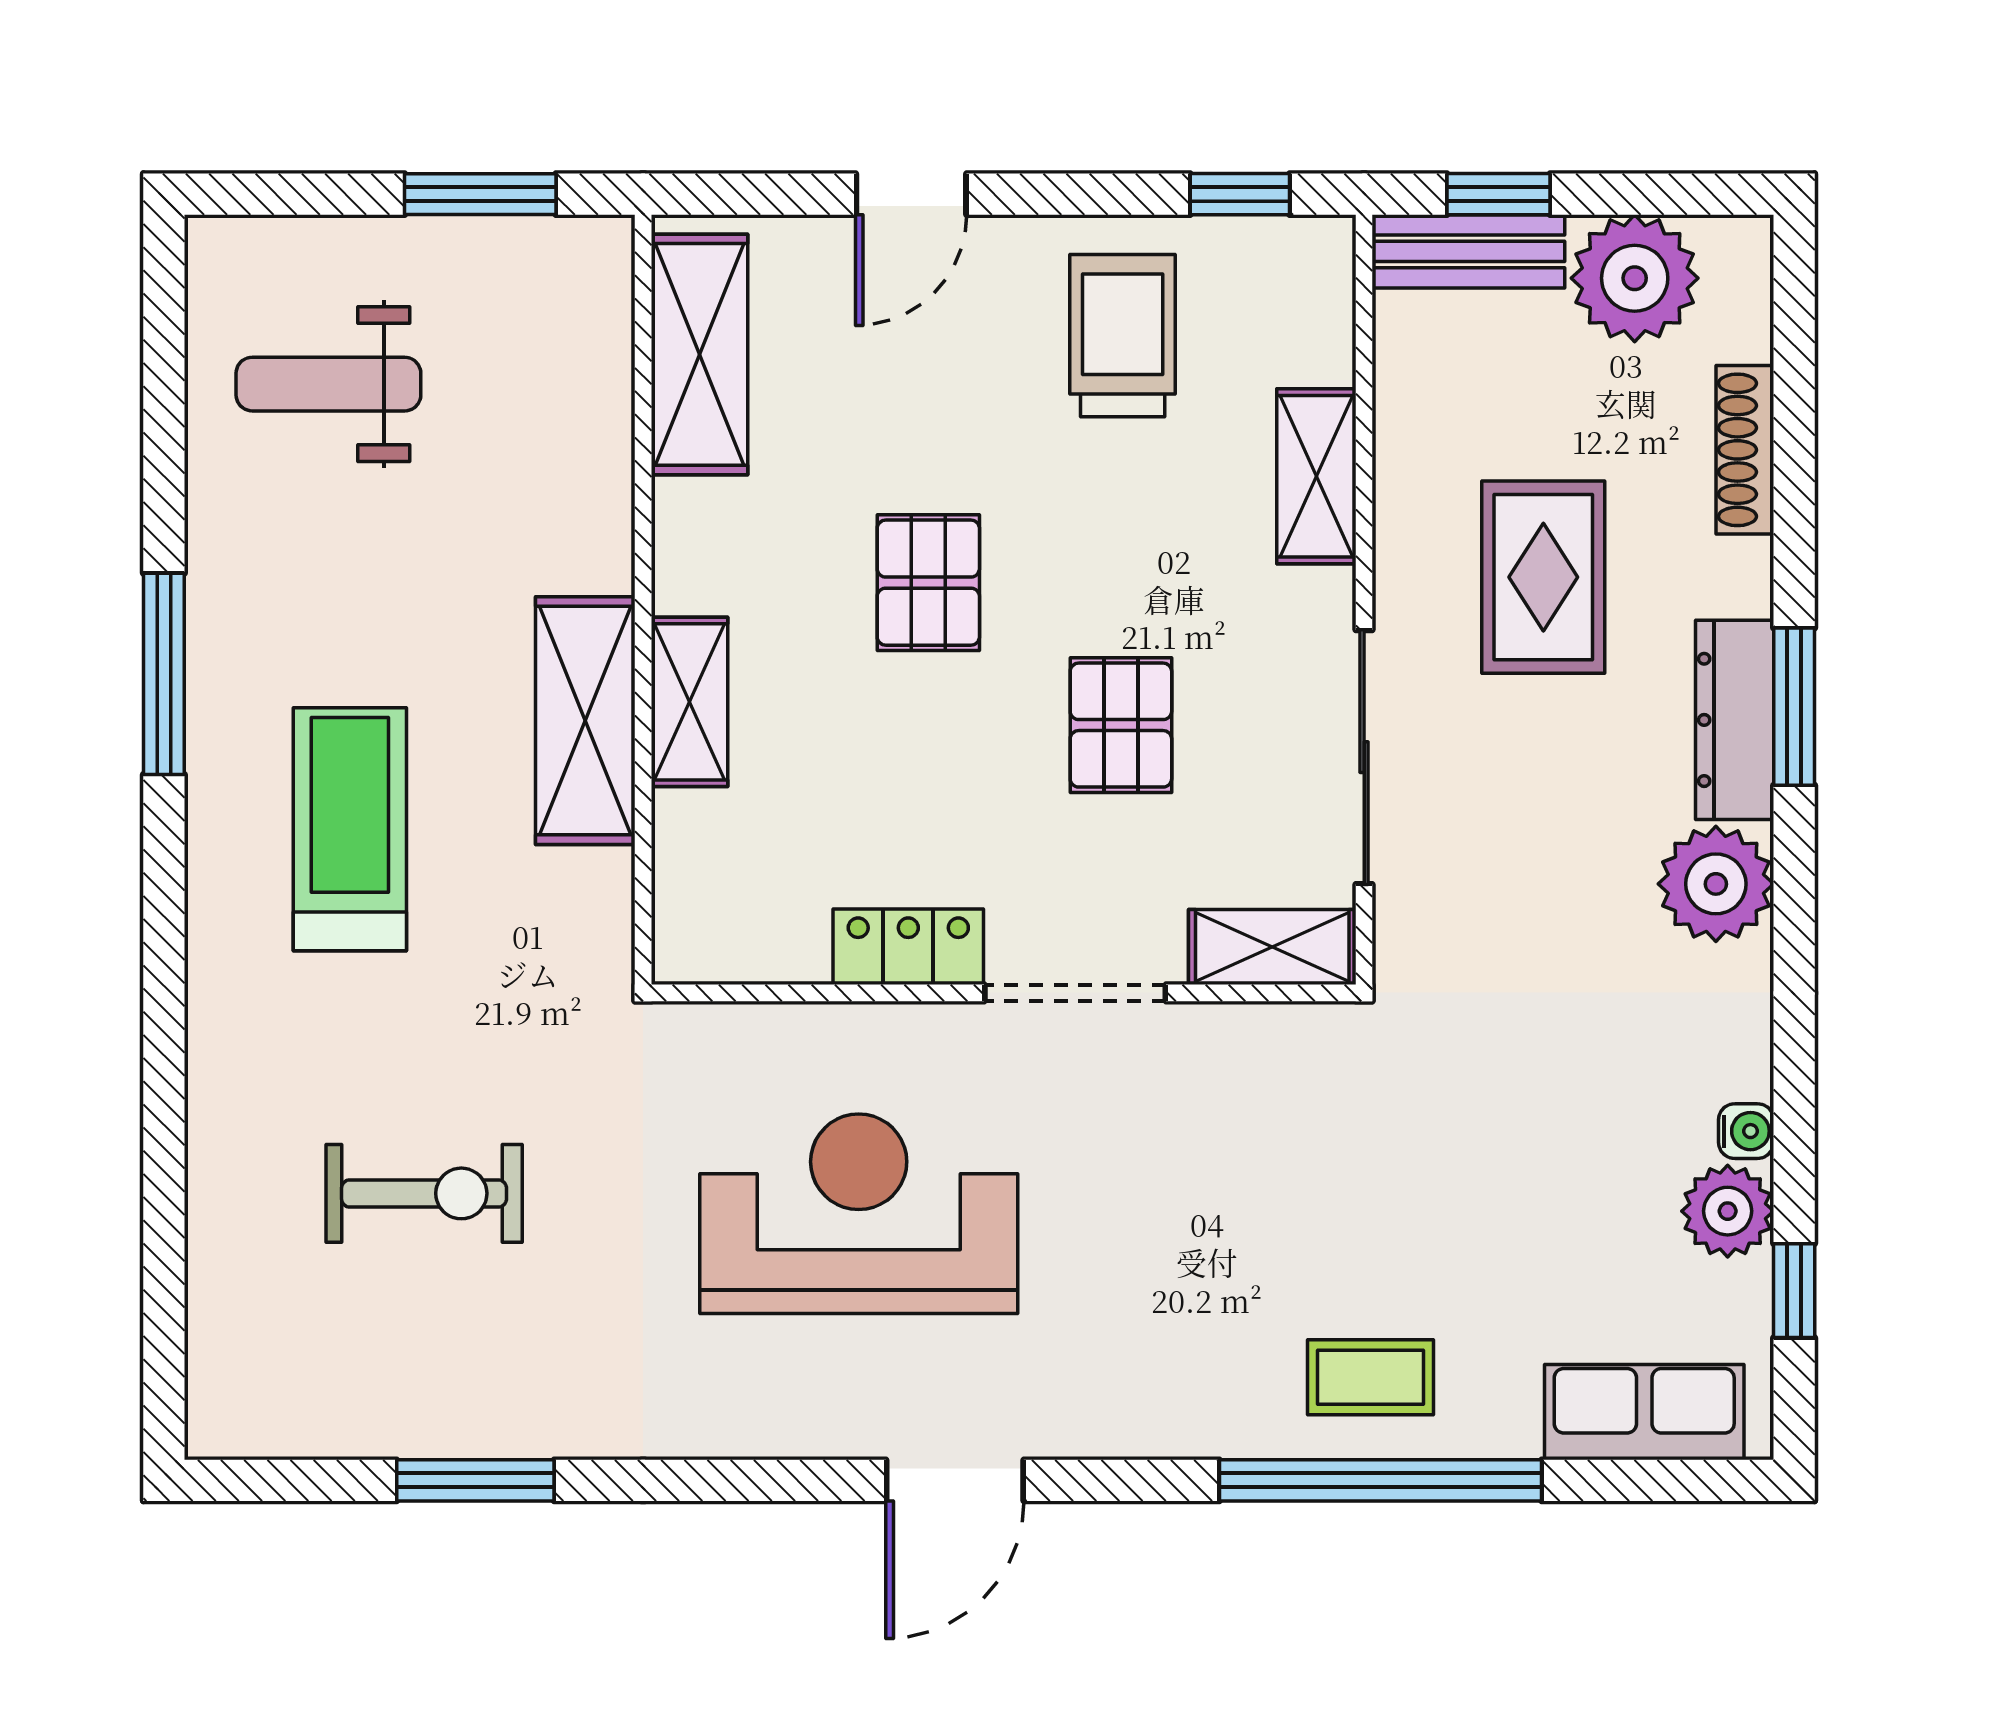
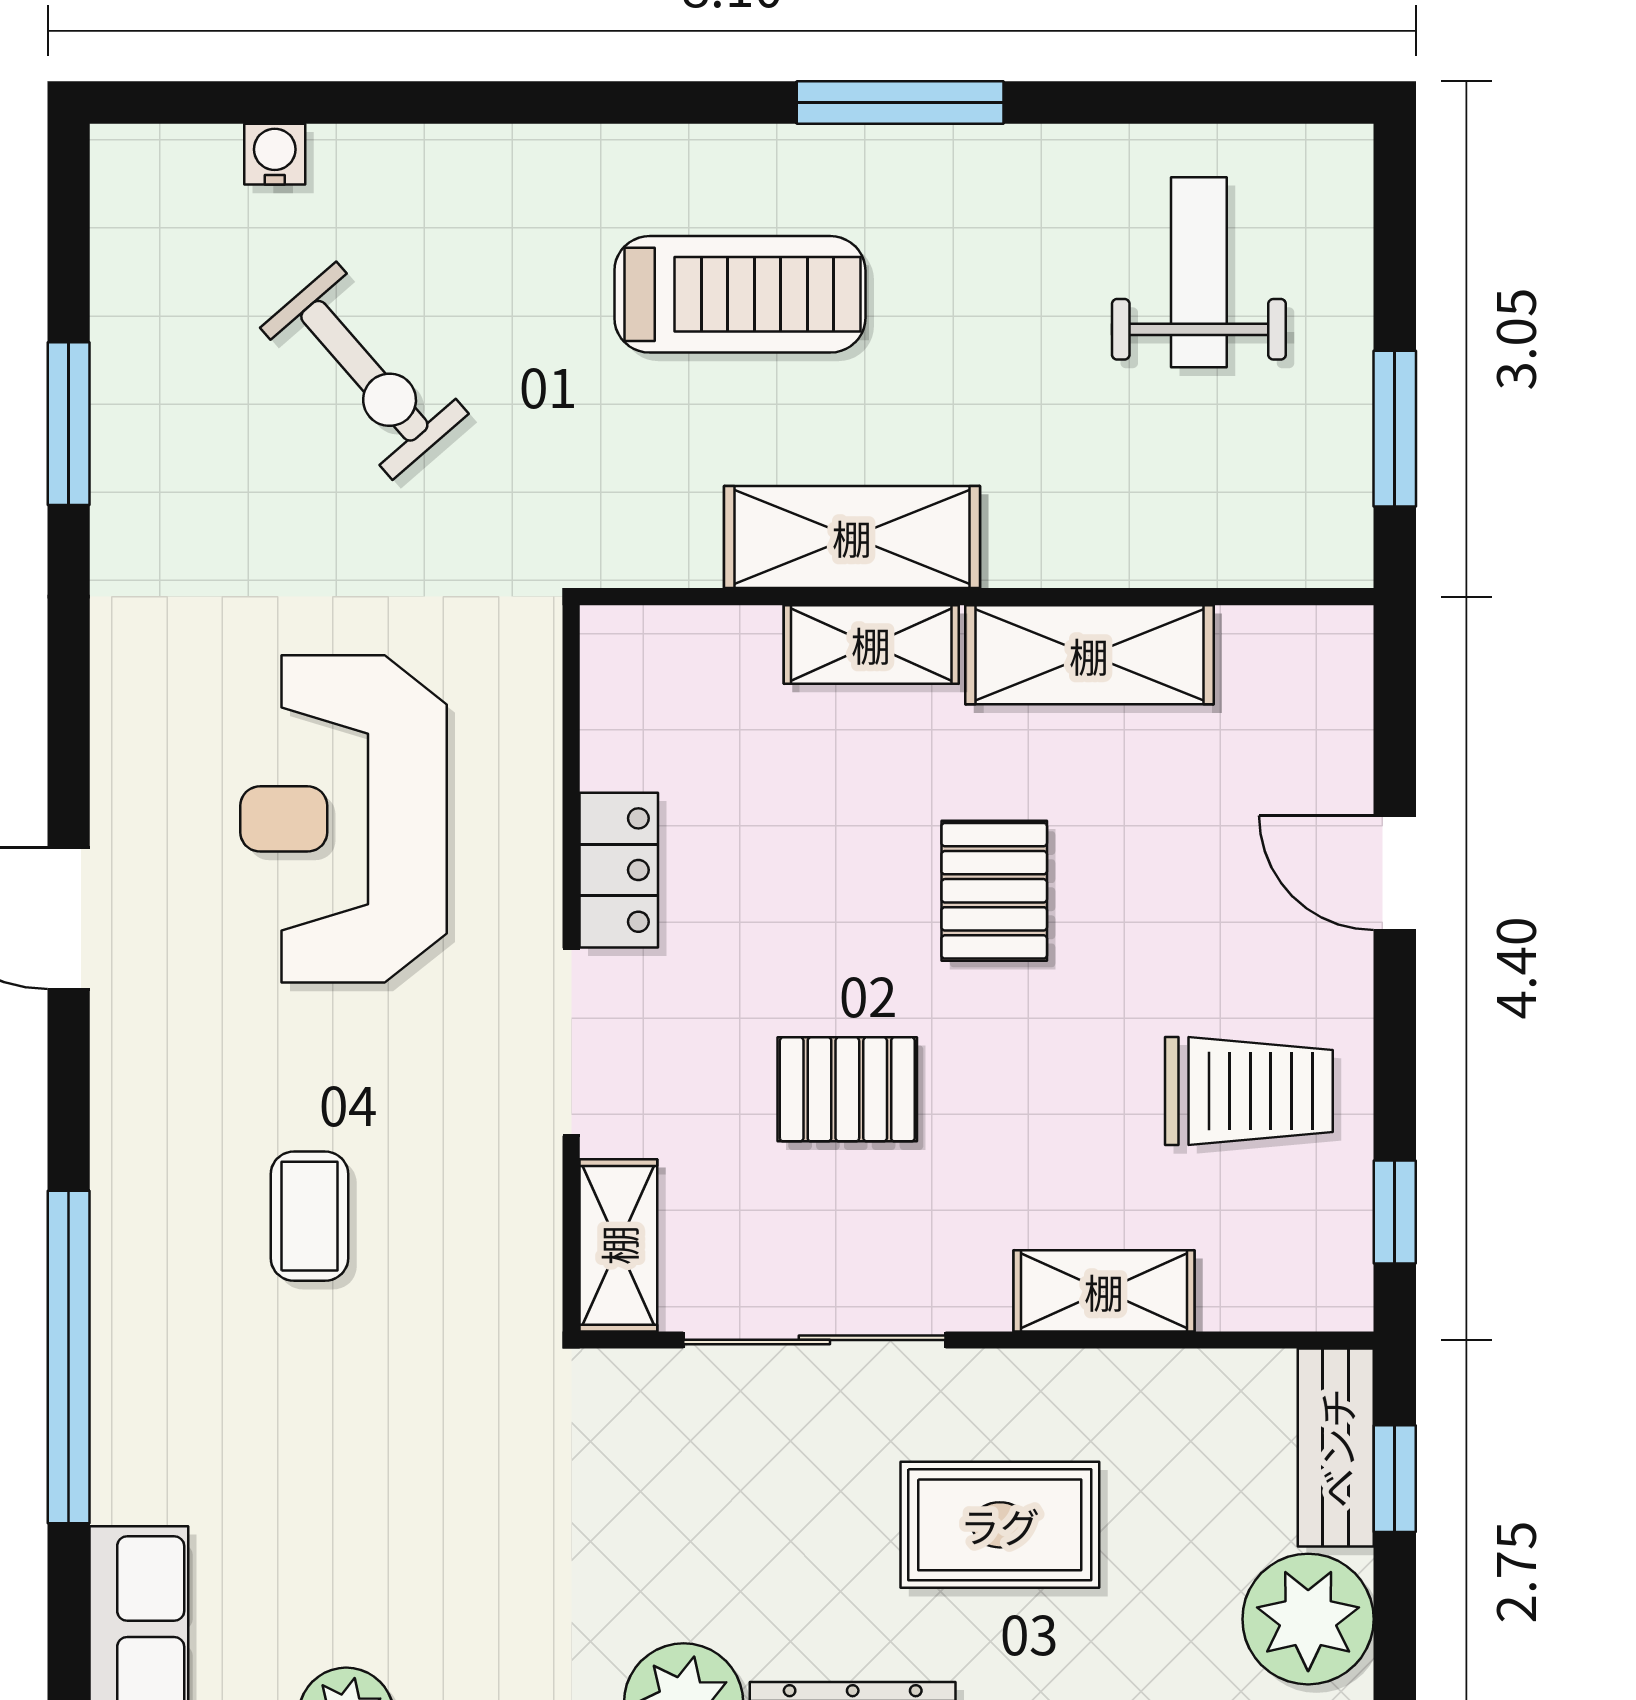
shelving: (699, 354) -> (1089, 655), moved
pallet: (928, 583) -> (994, 891), turned 90
exercise bike: (424, 1193) -> (364, 371), turned -41
reception desk: (859, 1214) -> (344, 819), turned 180
water cooler: (214, 1280) -> (275, 154), added
coffee table: (1370, 1377) -> (309, 1216), moved

